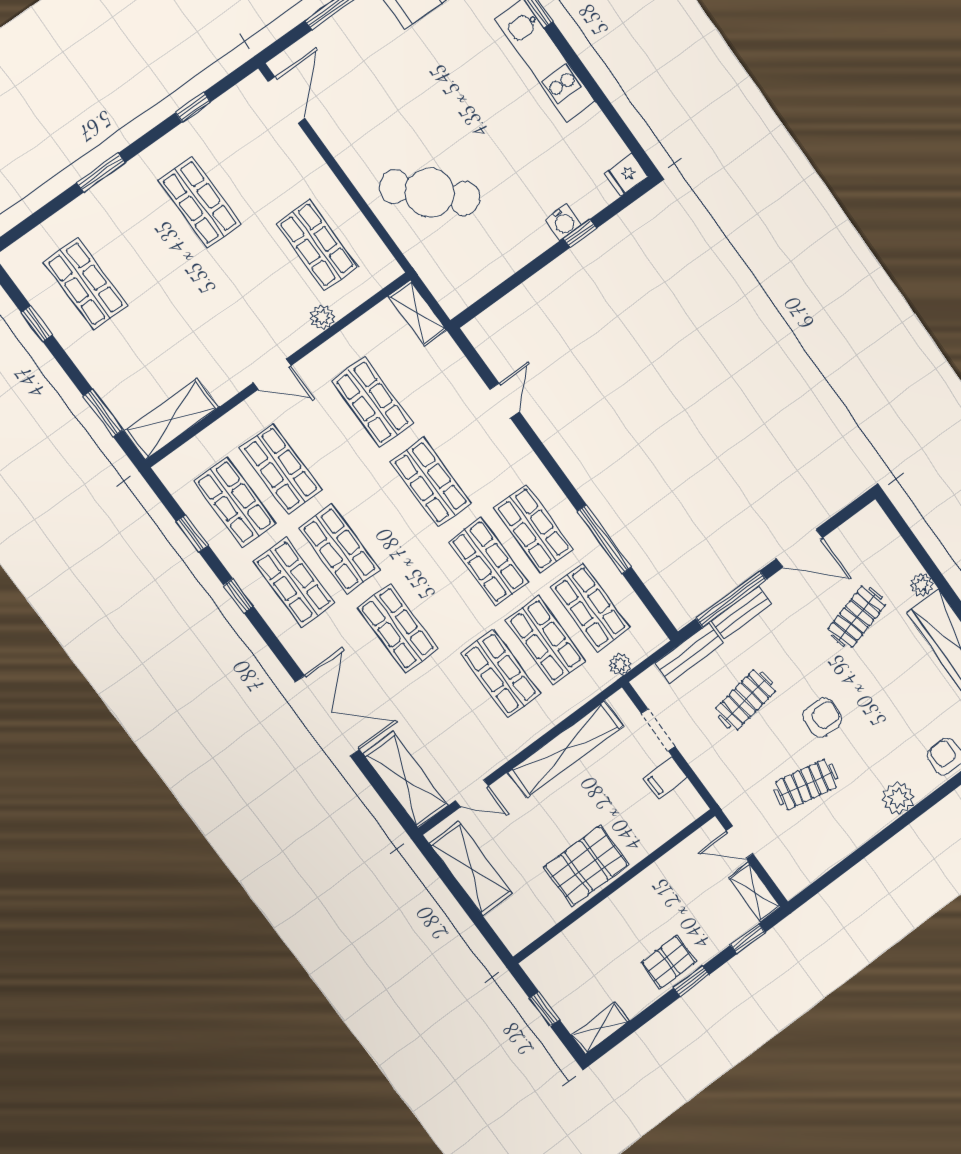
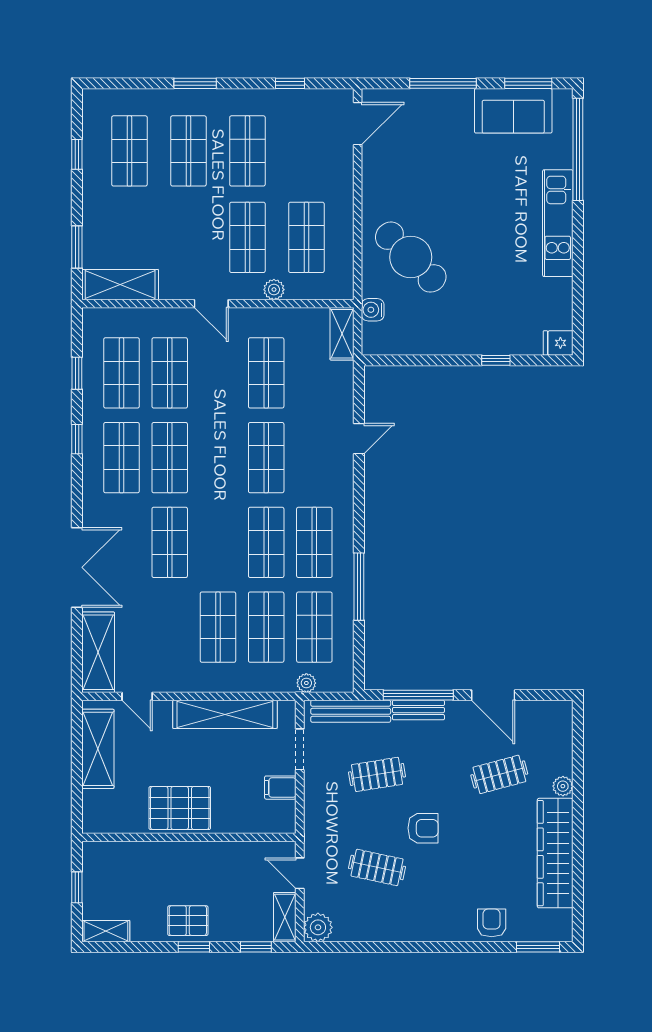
water cooler: (563, 222) -> (373, 310), moved, turned 90
shop shelf: (143, 243) -> (188, 151), added
shop shelf: (260, 286) -> (247, 237), added
bench: (689, 653) -> (351, 711), width x1.36
plant: (898, 798) -> (318, 927), moved

